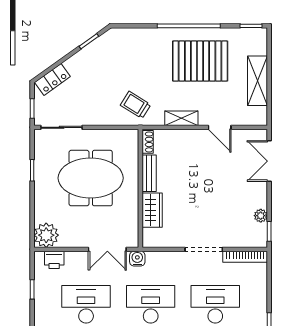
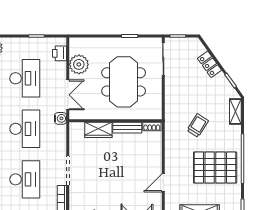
pallet: (200, 61) -> (215, 167), turned 90
locker: (52, 79) -> (209, 64), moved
trolley: (136, 105) -> (198, 126), moved
shelving: (181, 118) -> (235, 111), moved
plant: (46, 235) -> (79, 64), moved
double door: (107, 249) -> (68, 95), swing flipped

